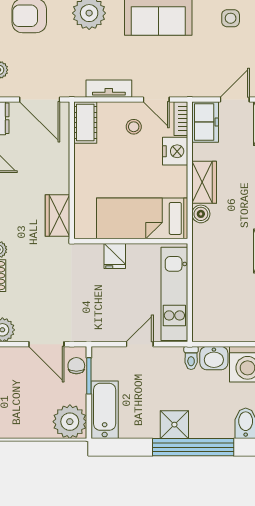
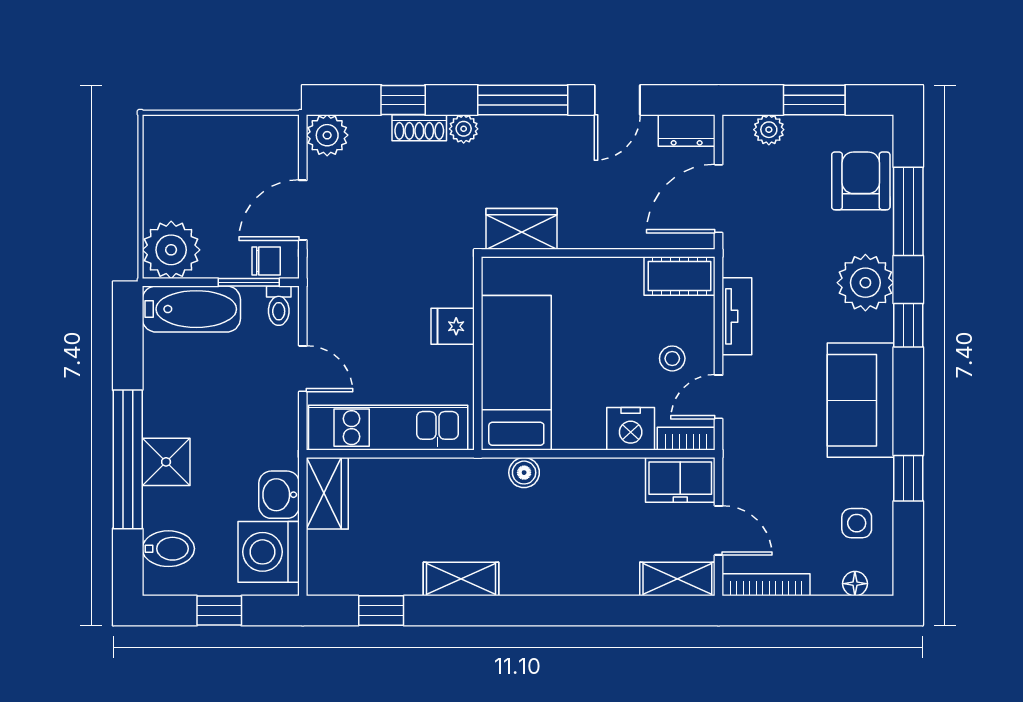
wardrobe: (204, 182) -> (327, 493), moved, turned -90
toilet: (191, 358) -> (279, 306), moved, turned -90
shower: (174, 425) -> (166, 462), moved

